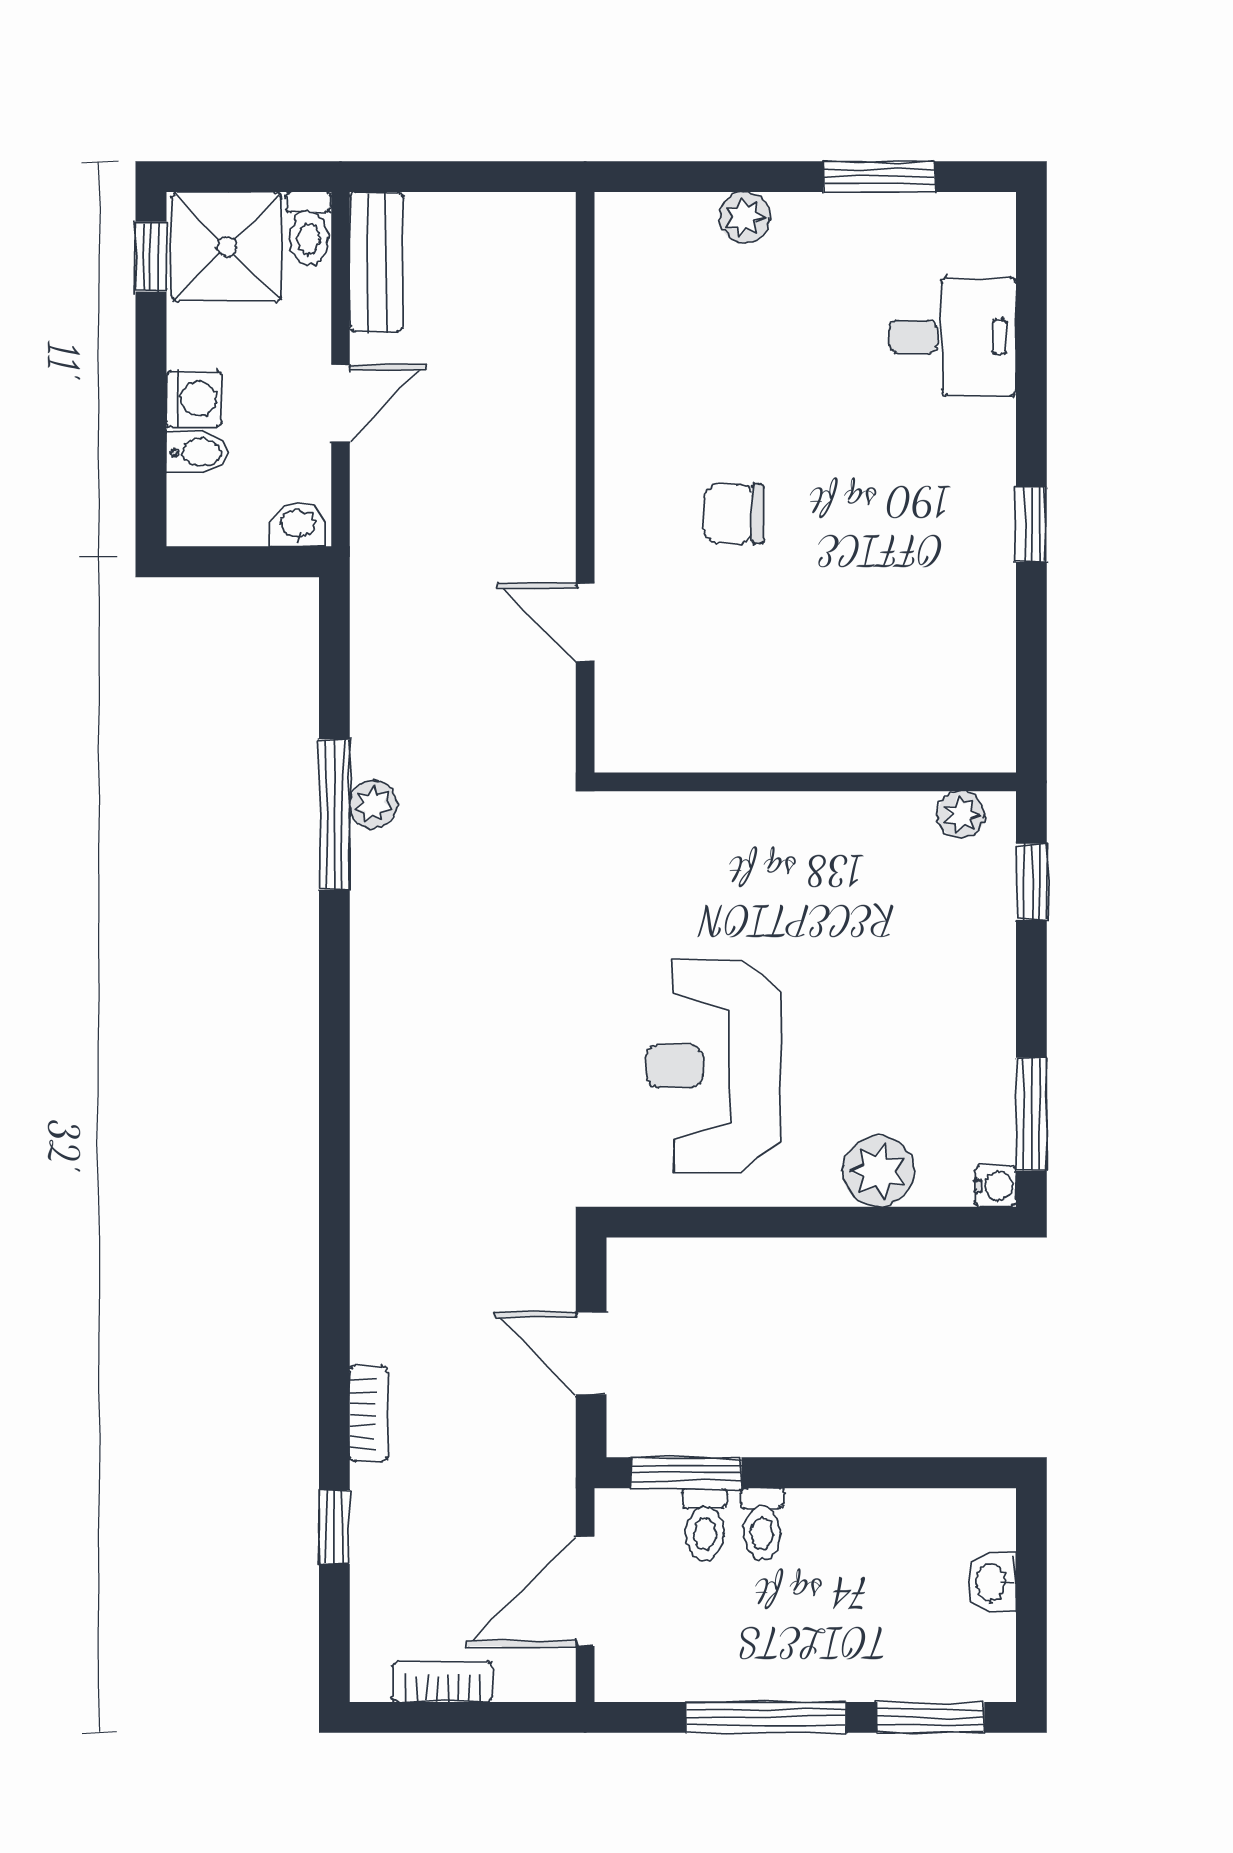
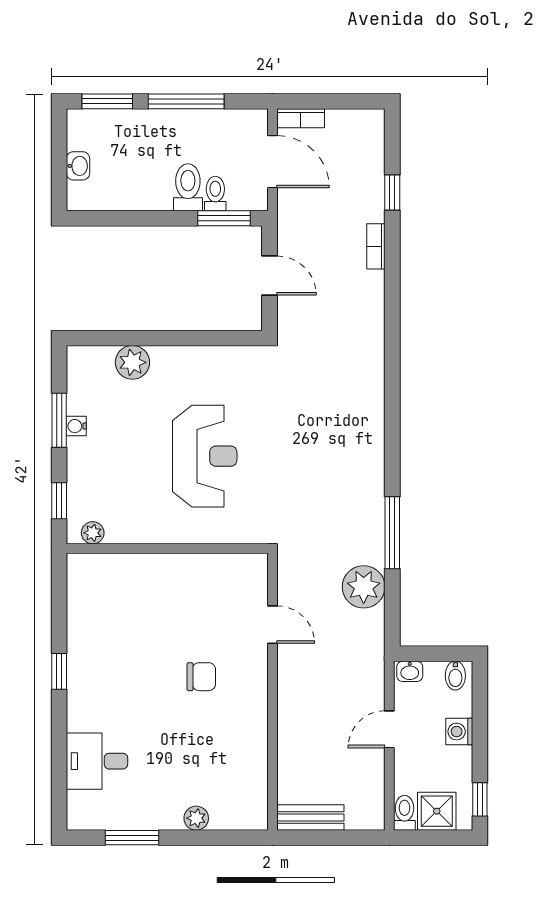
shower: (227, 247) -> (437, 811), width x0.73, depth x0.73
bench: (376, 262) -> (310, 818), moved, turned 90
bidet: (197, 452) -> (455, 676), moved, turned -90
plant: (373, 805) -> (364, 587), moved, width x1.87, depth x1.87
reception desk: (714, 1066) -> (205, 456), moved
window: (1031, 1114) -> (59, 420), moved
water cooler: (995, 1186) -> (76, 426), moved
toilet: (762, 1524) -> (188, 187), width x1.37, depth x1.39
door: (585, 1591) -> (272, 162), hinge flipped
bookcase: (443, 1682) -> (301, 118), moved

